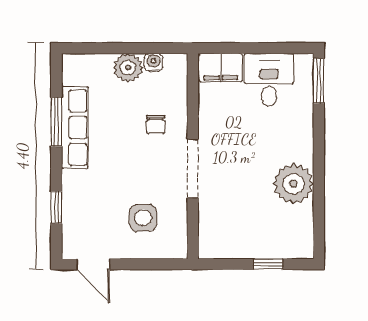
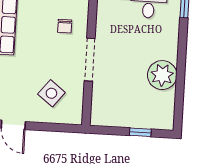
side table: (143, 218) -> (51, 93), turned 38

